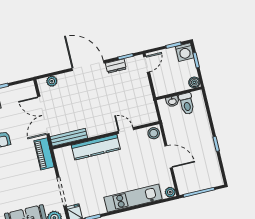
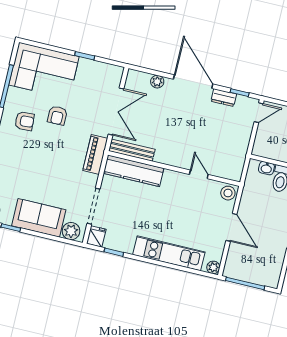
plant: (52, 81) -> (157, 82), moved
double door: (43, 115) -> (116, 111), swing flipped
kitchen counter: (96, 147) -> (134, 171), moved

